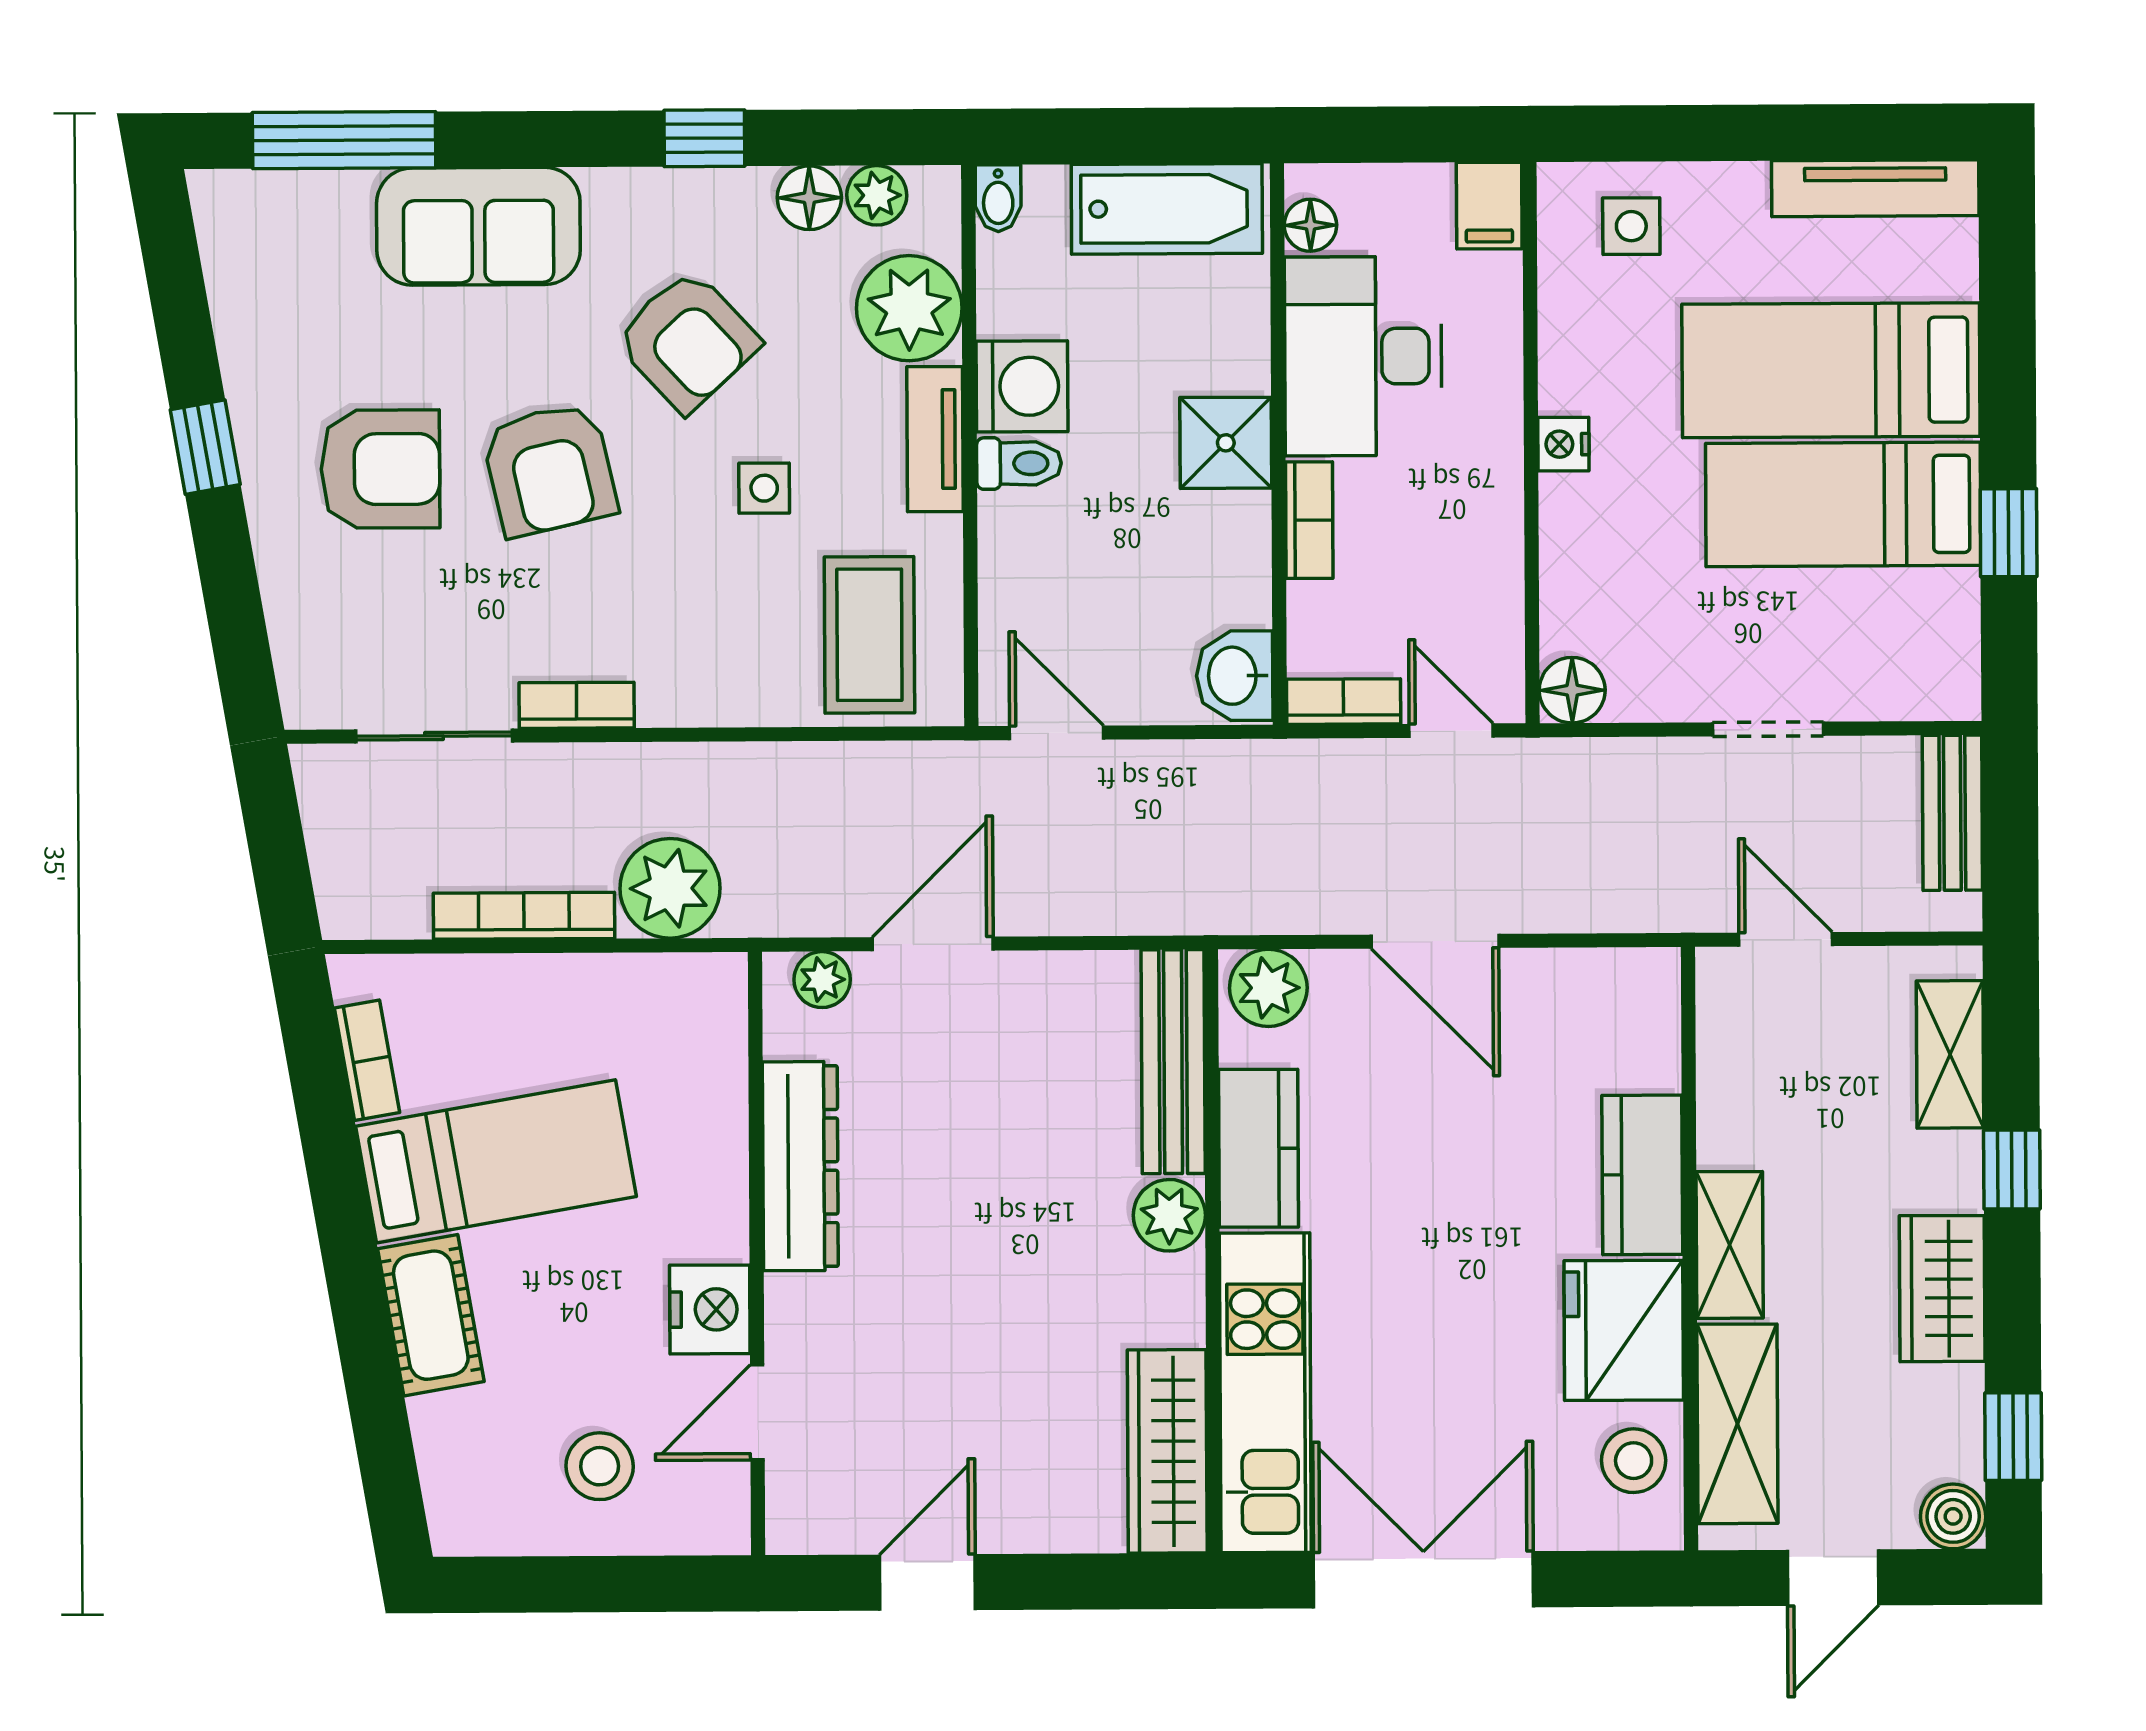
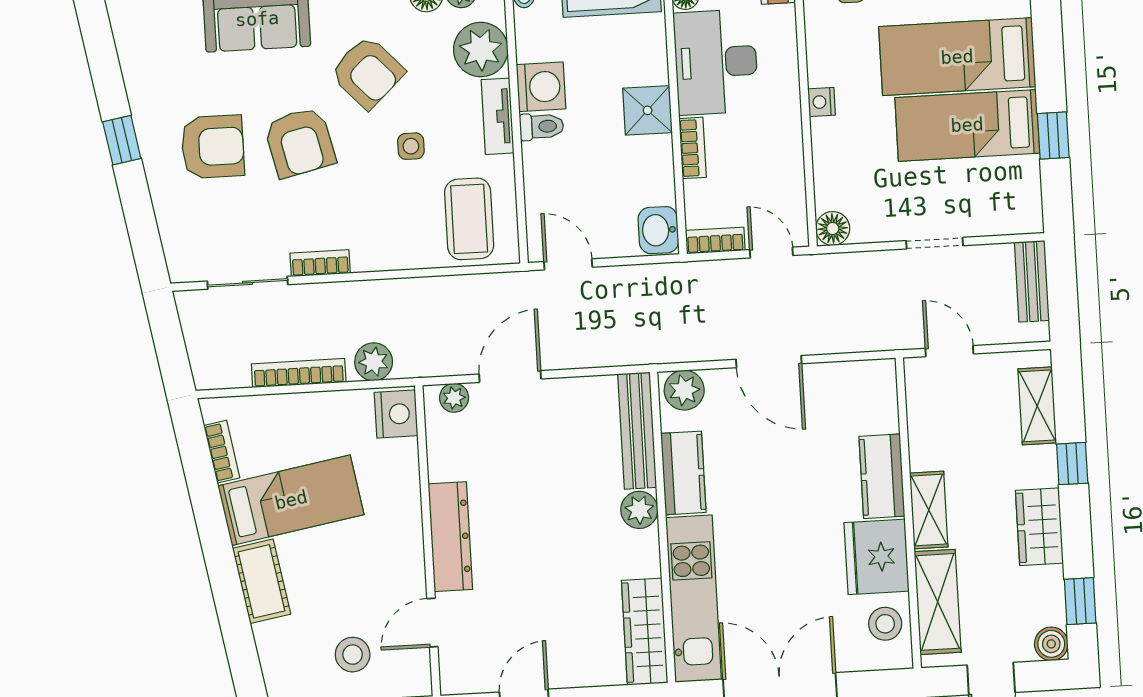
plant: (670, 888) -> (374, 362), width x0.73, depth x0.73
dresser: (800, 1166) -> (450, 537), moved
nightstand: (710, 1309) -> (396, 414), moved

